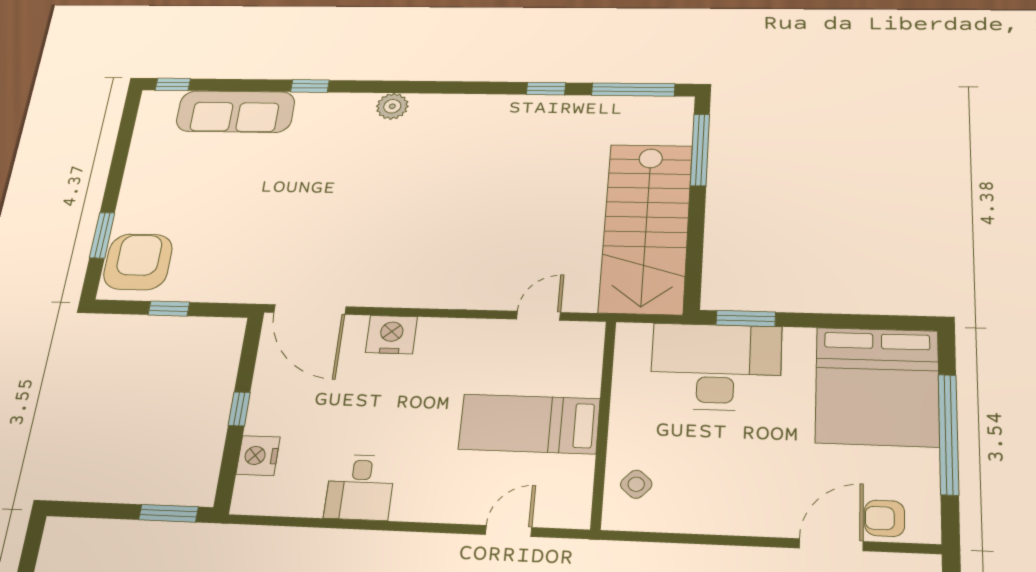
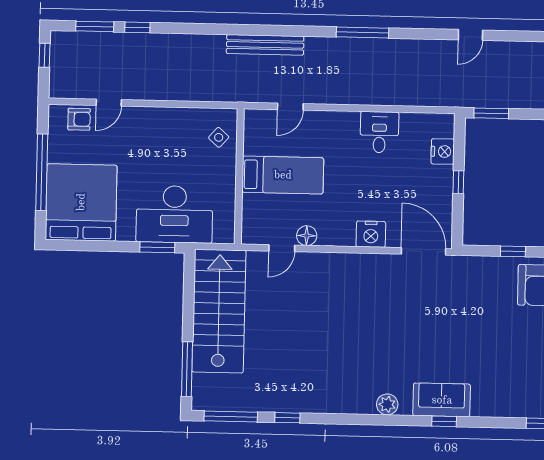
sofa: (235, 112) -> (442, 400), moved, width x0.73
floor lamp: (496, 333) -> (307, 236), added
door: (831, 545) -> (109, 103), width x0.73

